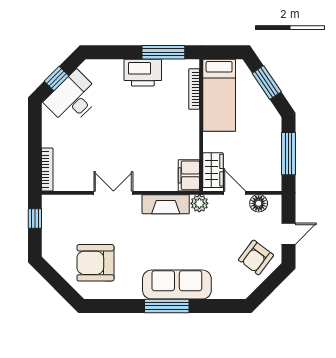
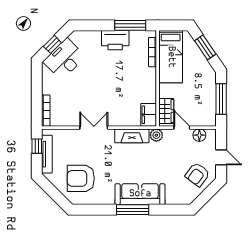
tv unit: (49, 229) -> (47, 154), added
door: (288, 234) -> (221, 157), hinge flipped

